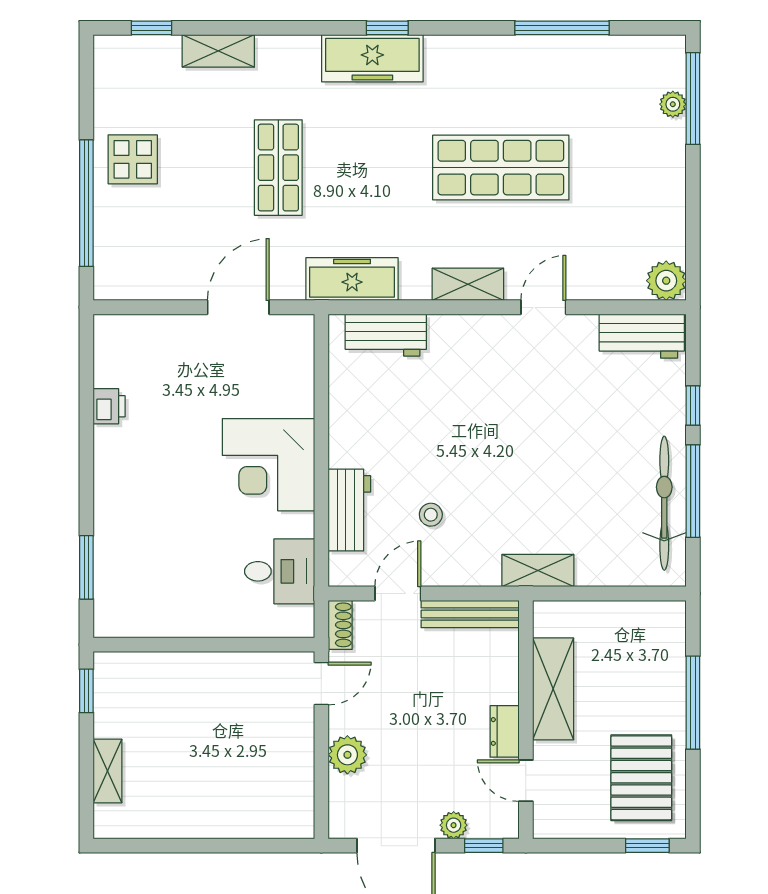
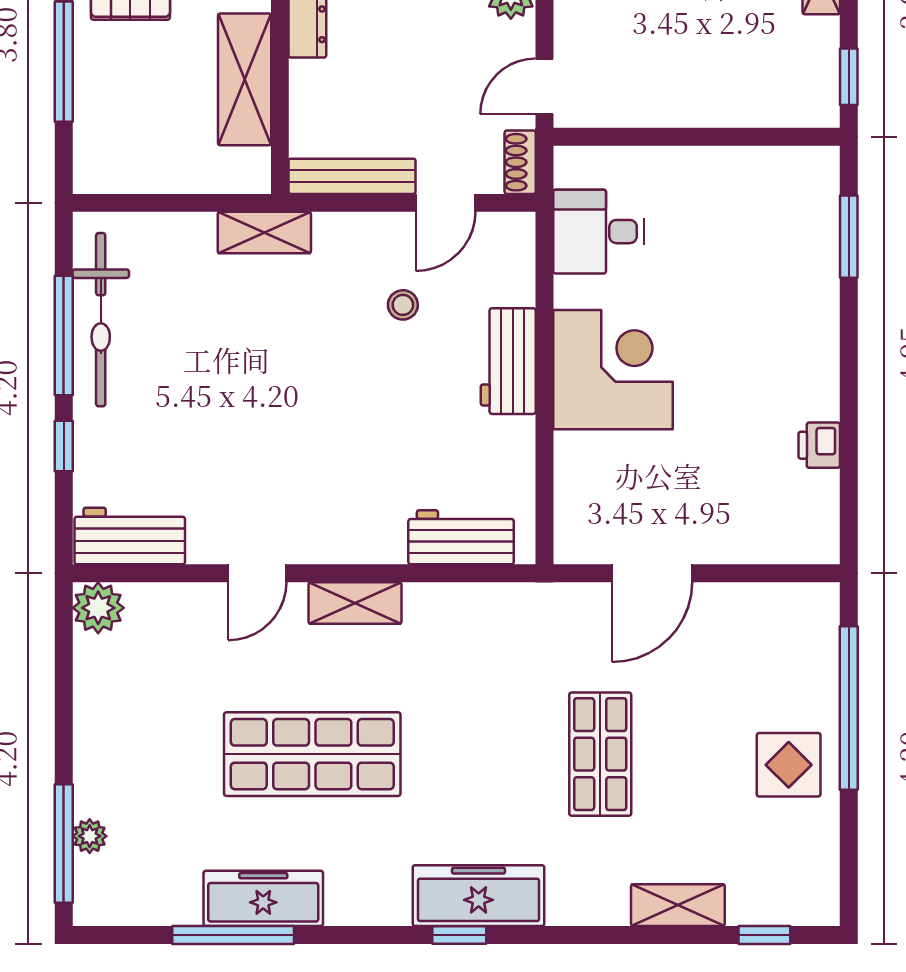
freezer: (352, 279) -> (263, 898), moved, turned 180
workbench: (349, 510) -> (508, 361), moved

